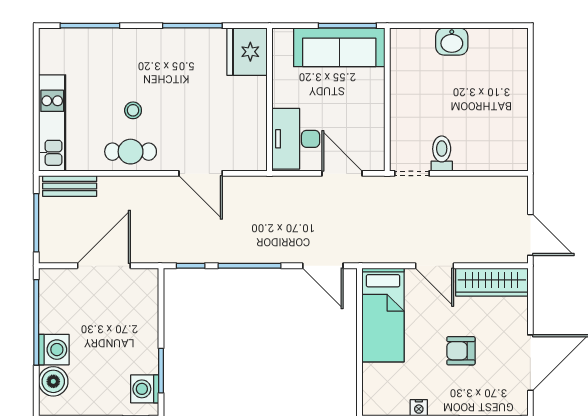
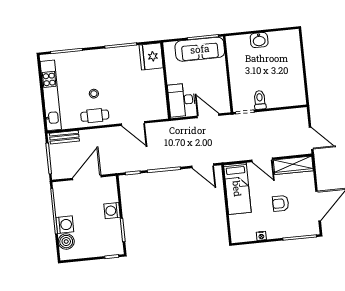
kitchen unit: (52, 123) -> (51, 95), width x1.36
washing machine: (145, 389) -> (112, 211), moved

